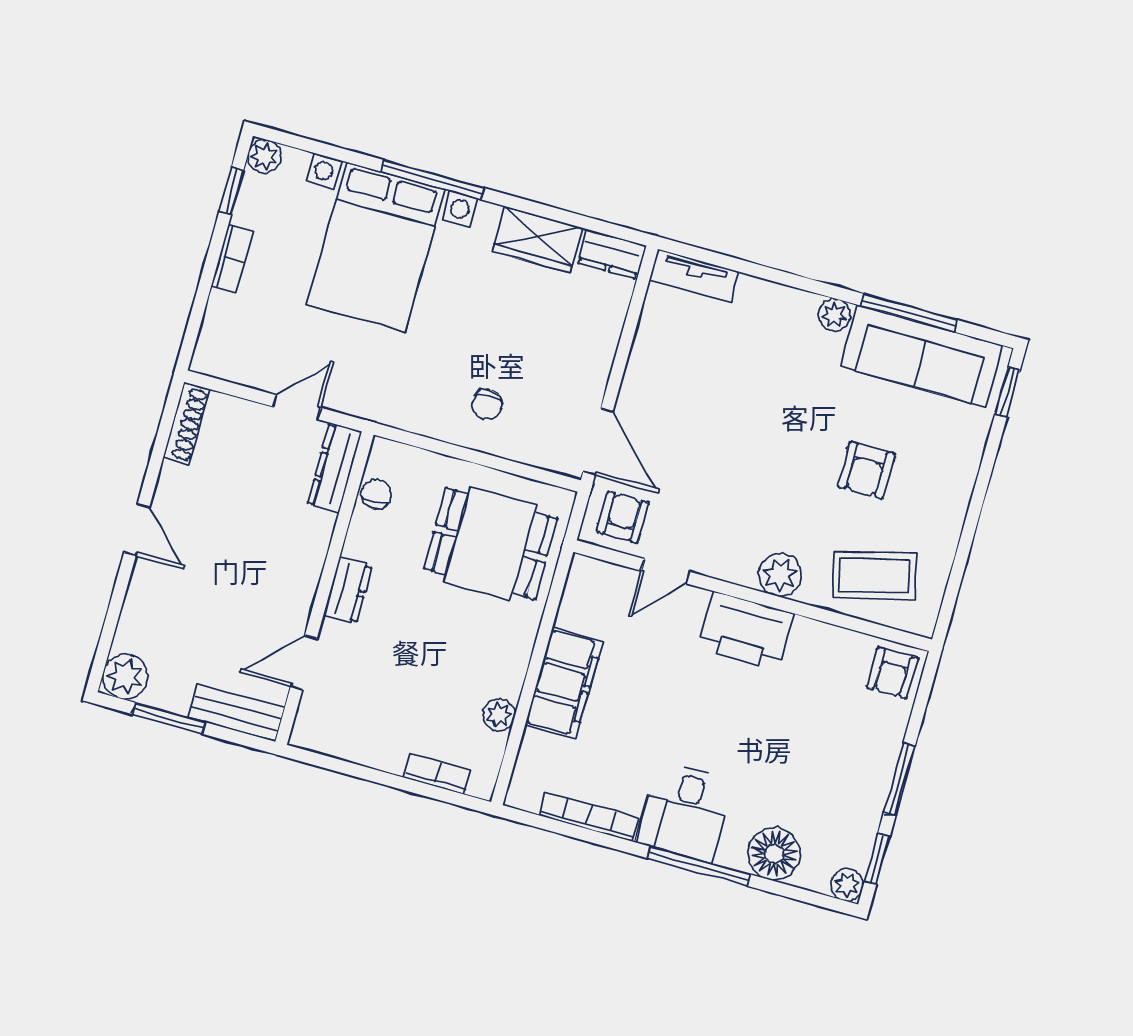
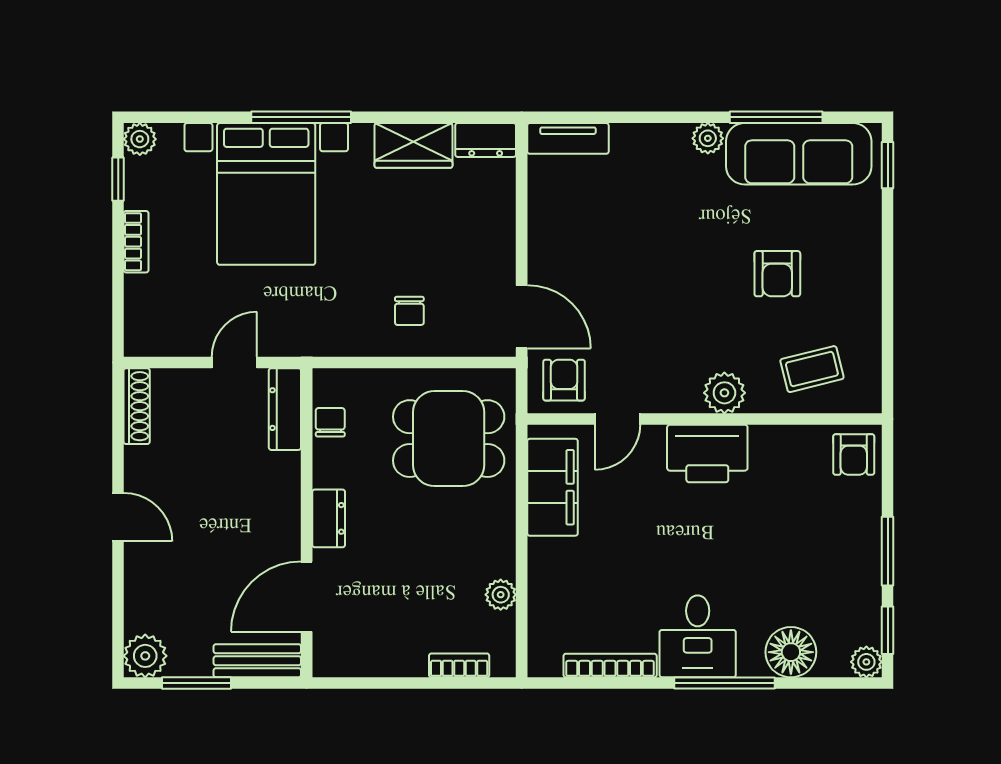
coffee table: (875, 576) -> (812, 369), width x0.73, depth x0.77
door: (304, 662) -> (307, 597), width x1.38
filing cabinet: (564, 683) -> (553, 487), moved

